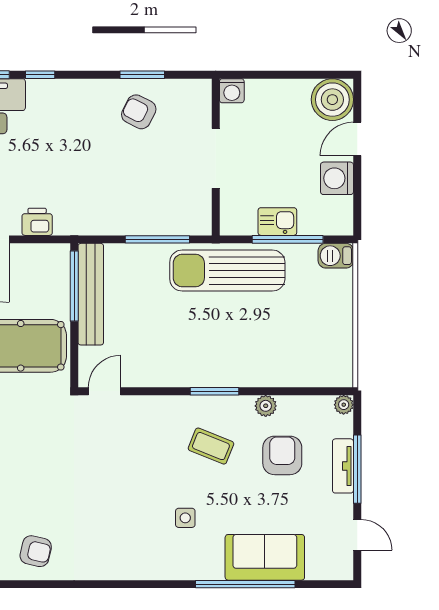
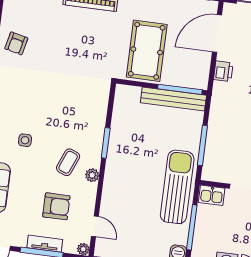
kitchen sink: (277, 222) -> (212, 195), moved, turned 90
door: (105, 391) -> (95, 226), moved
window: (215, 391) -> (106, 143), moved
plant: (266, 406) -> (92, 175), moved

